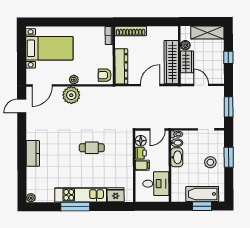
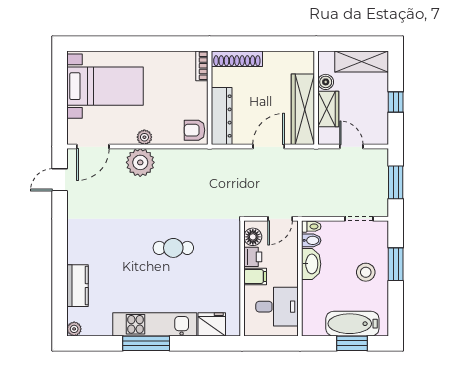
kitchen counter: (33, 153) -> (77, 286), moved

